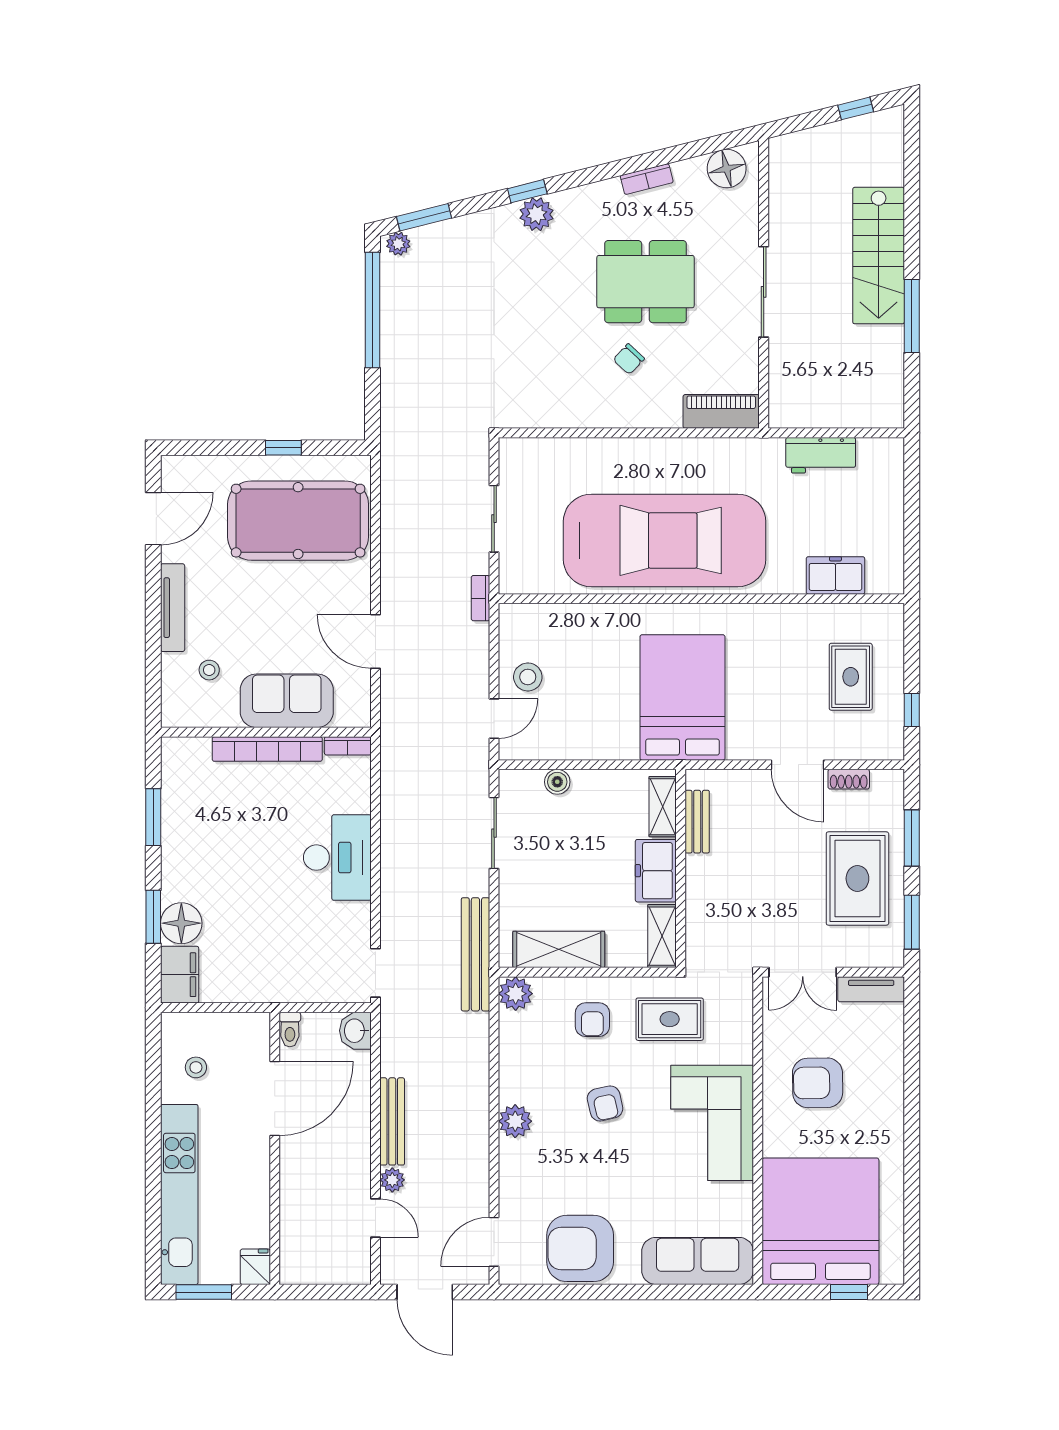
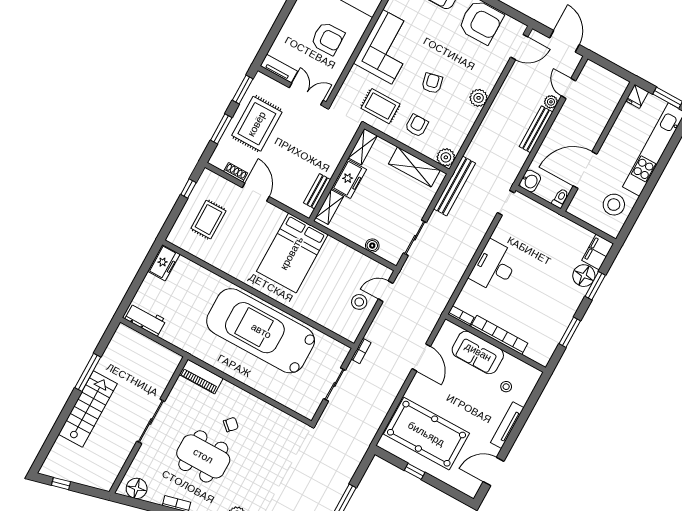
workbench: (821, 455) -> (145, 319), moved
freezer: (835, 575) -> (164, 263), moved, turned -90
stool: (196, 1067) -> (614, 205), width x1.89, depth x1.89

